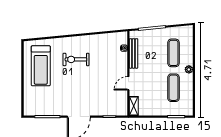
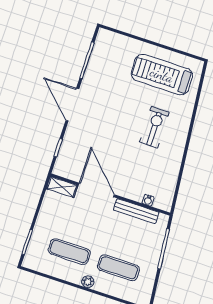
door: (128, 83) -> (96, 190), width x1.88

